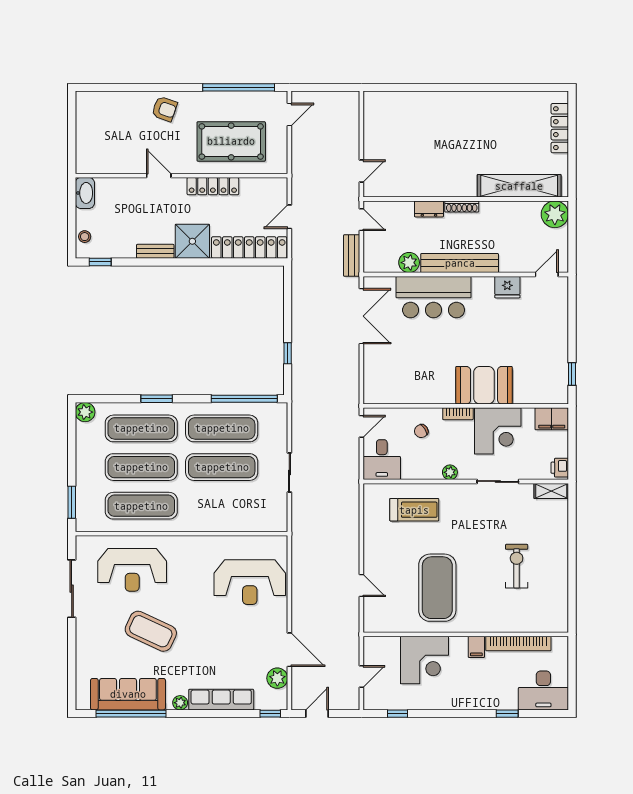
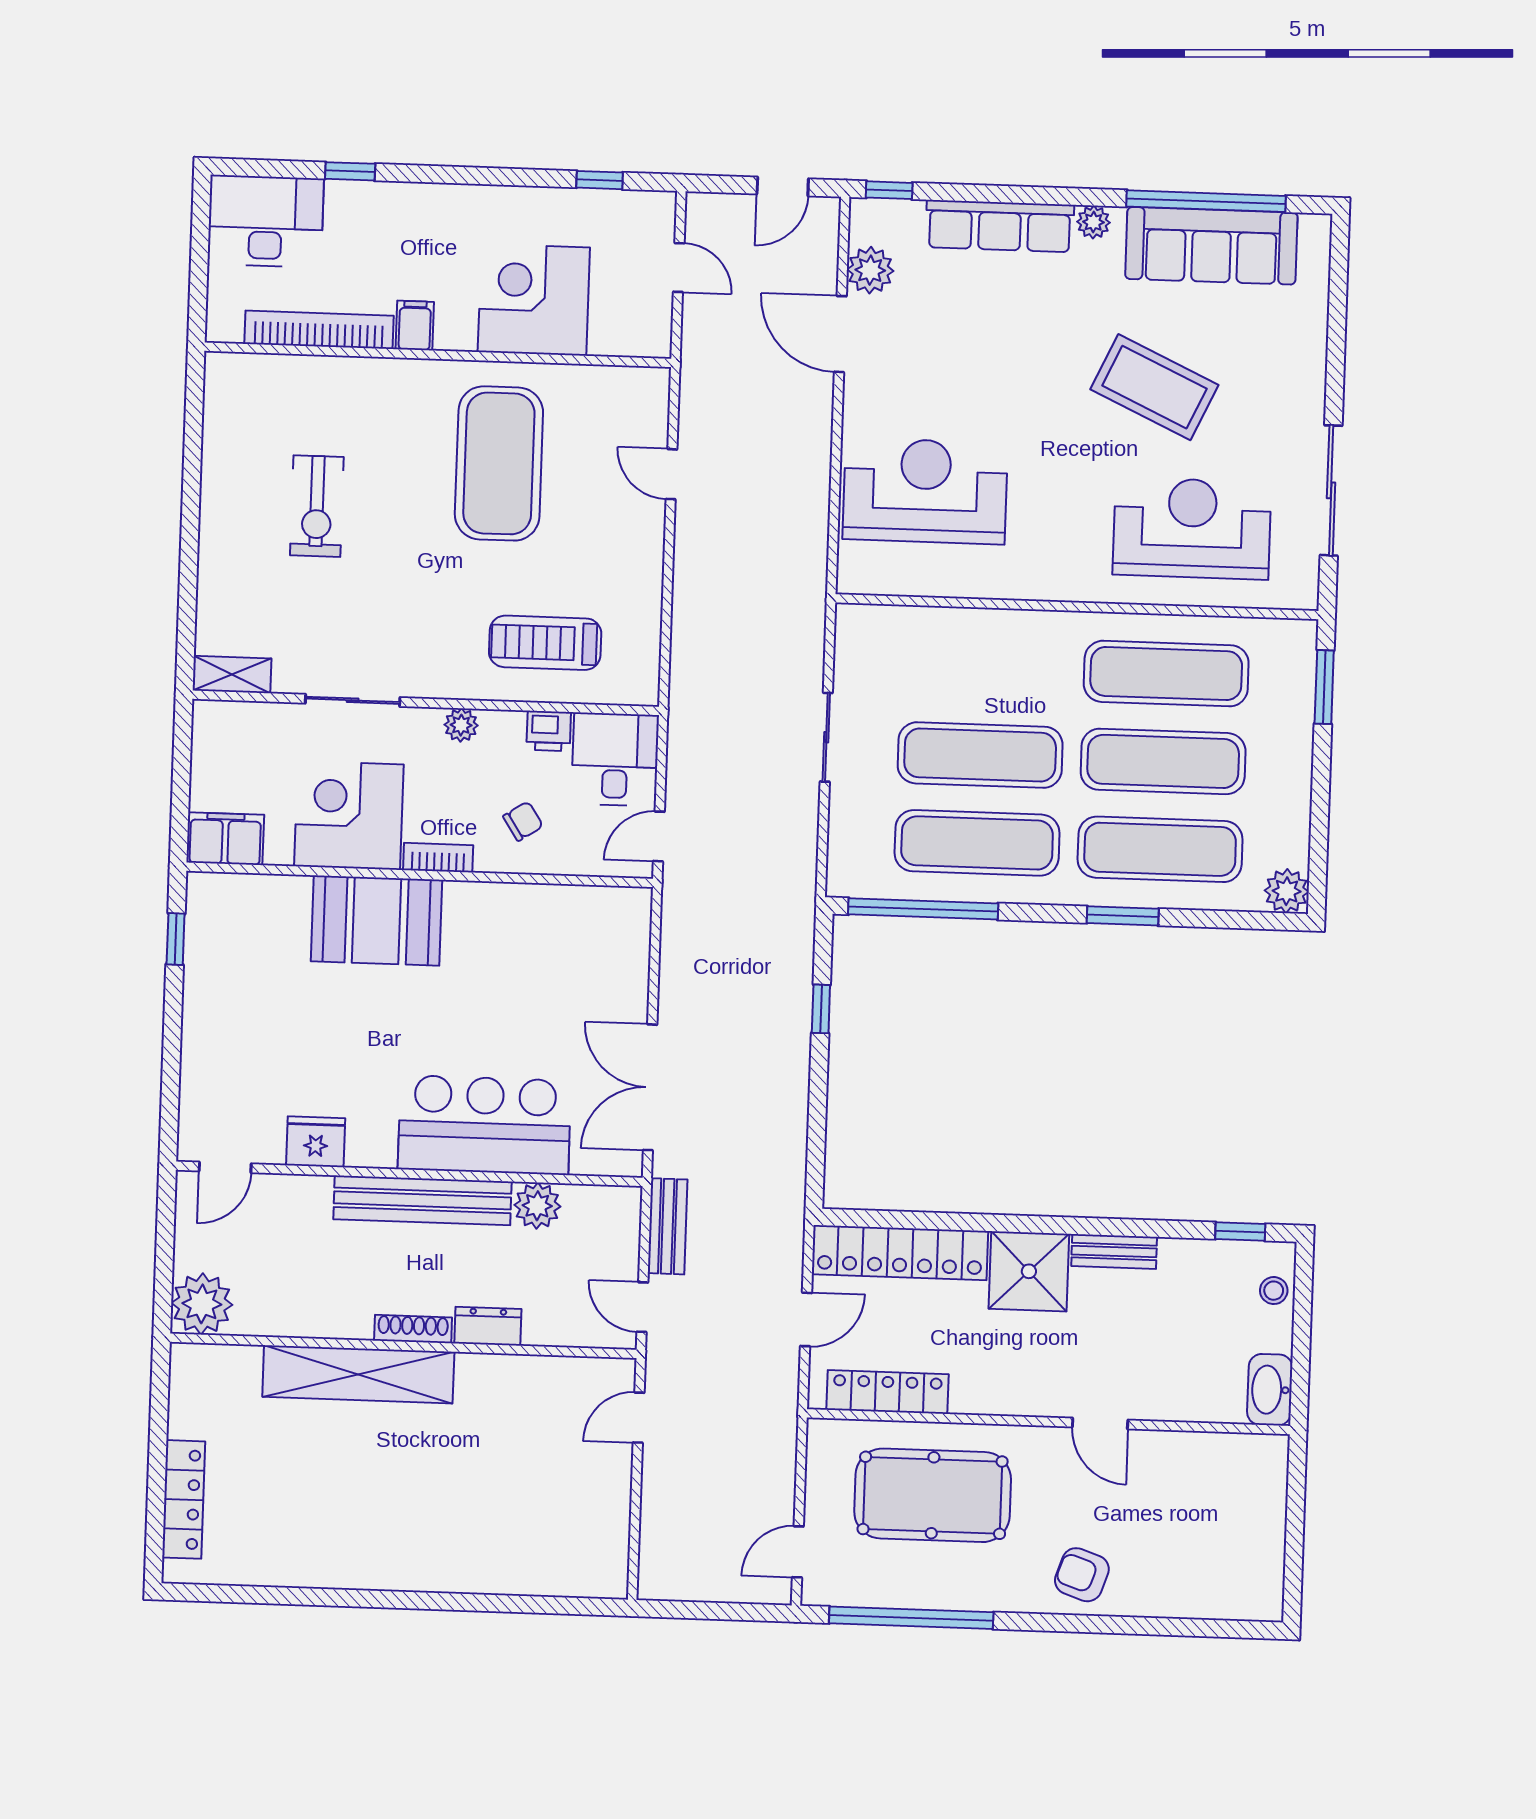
locker: (213, 186) -> (888, 1392), moved
shelving: (519, 186) -> (358, 1374), moved
printer: (560, 468) -> (549, 731), moved, turned 90
door: (361, 676) -> (679, 268), swing flipped

